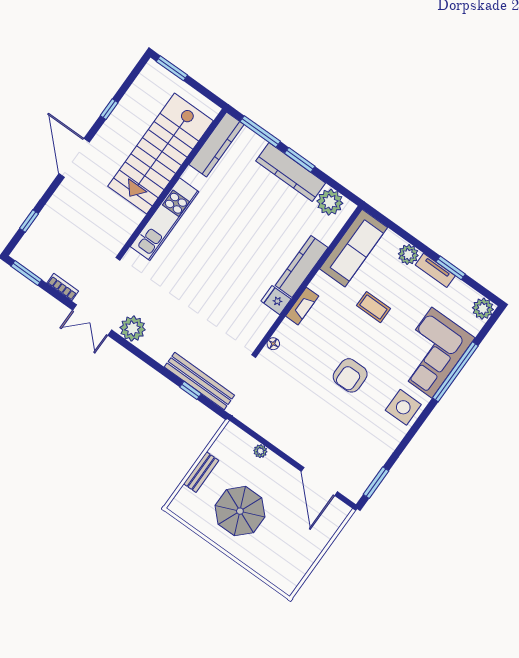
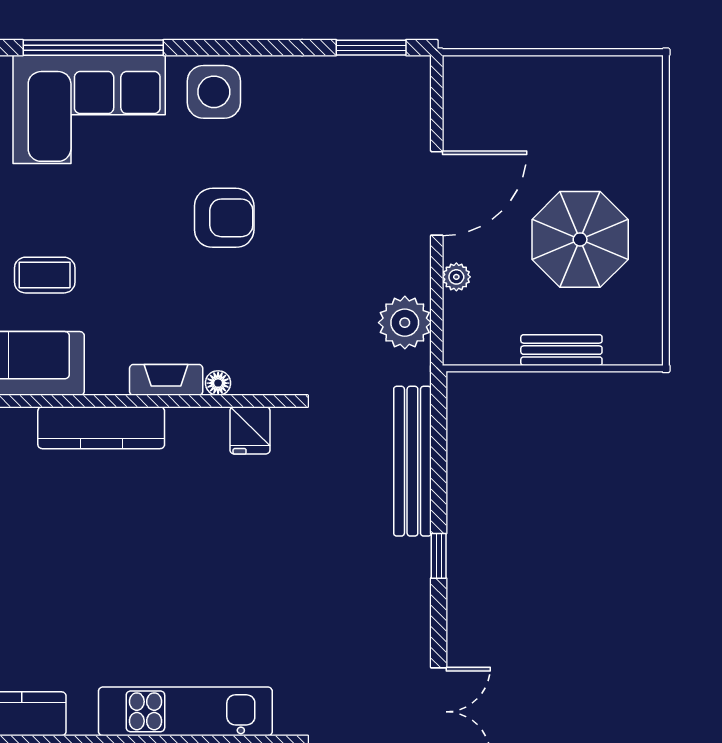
fridge: (276, 300) -> (250, 430), moved
coffee table: (373, 307) -> (45, 275), moved, turned 90
plant: (133, 329) -> (405, 323), moved
floor lamp: (273, 344) -> (218, 383), moved
window: (191, 390) -> (439, 556), moved
door: (319, 481) -> (437, 193), moved

